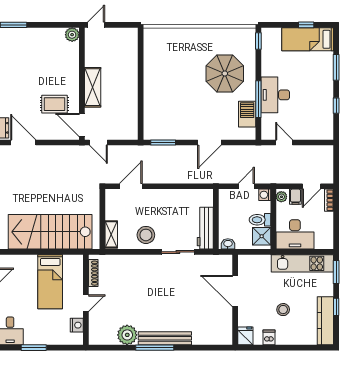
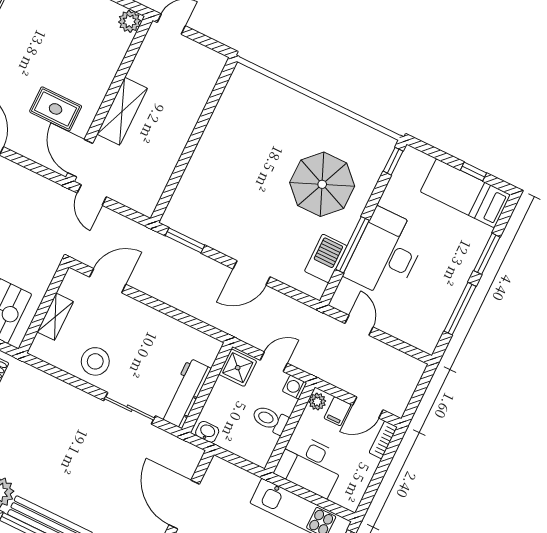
desk: (275, 95) -> (386, 253), width x1.36, depth x1.30
window: (336, 106) -> (460, 309), width x2.17
shelving: (111, 234) -> (55, 317), moved
shower: (262, 236) -> (238, 368), moved

